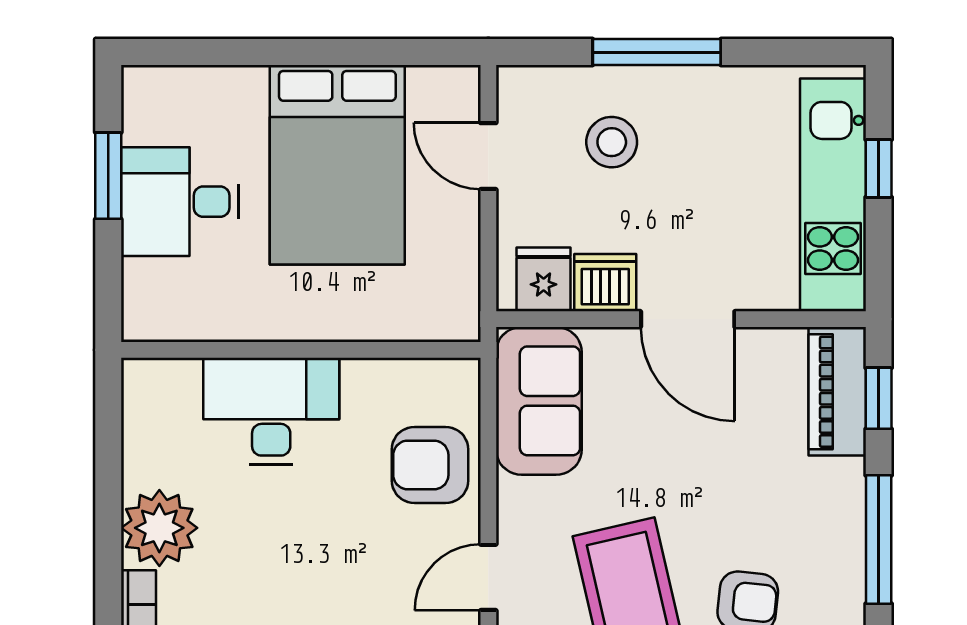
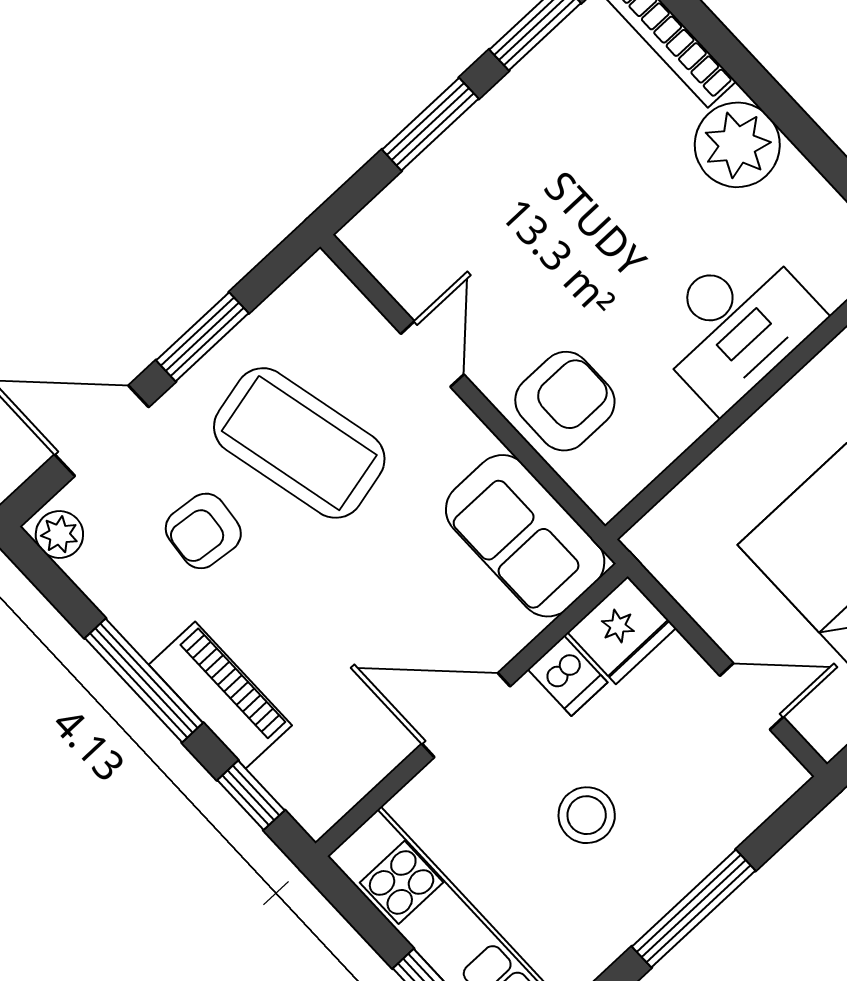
stool: (612, 142) -> (587, 815), moved
fridge: (544, 279) -> (622, 630), width x1.38
dishwasher: (605, 283) -> (568, 676), width x0.73
piano: (837, 392) -> (220, 695), moved

